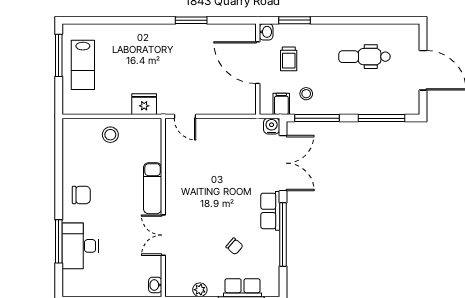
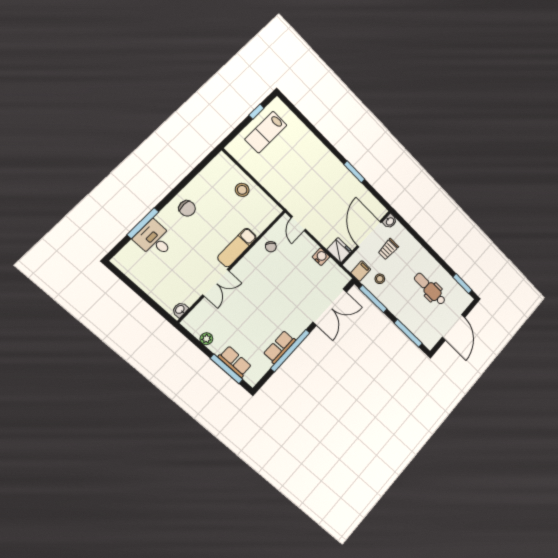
window: (294, 20) -> (462, 284), moved
window: (59, 55) -> (256, 112), width x0.46
fridge: (144, 104) -> (339, 250), moved
water cooler: (272, 126) -> (321, 257), moved
row of seats: (270, 211) -> (280, 347), moved
double door: (163, 235) -> (216, 283), swing flipped
desk: (80, 246) -> (154, 240), width x0.73
chair: (234, 246) -> (271, 247), moved

